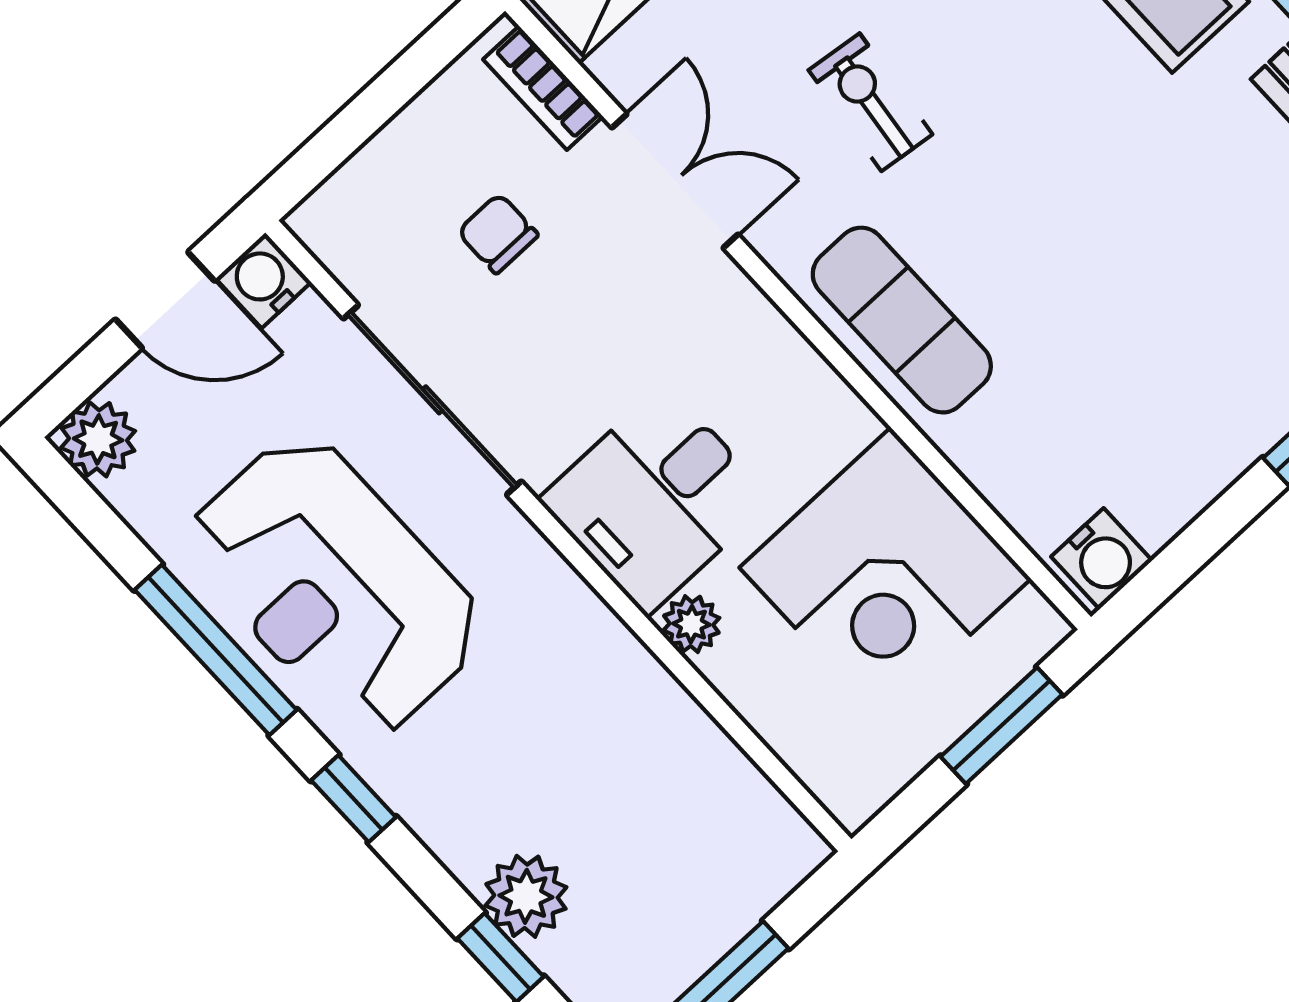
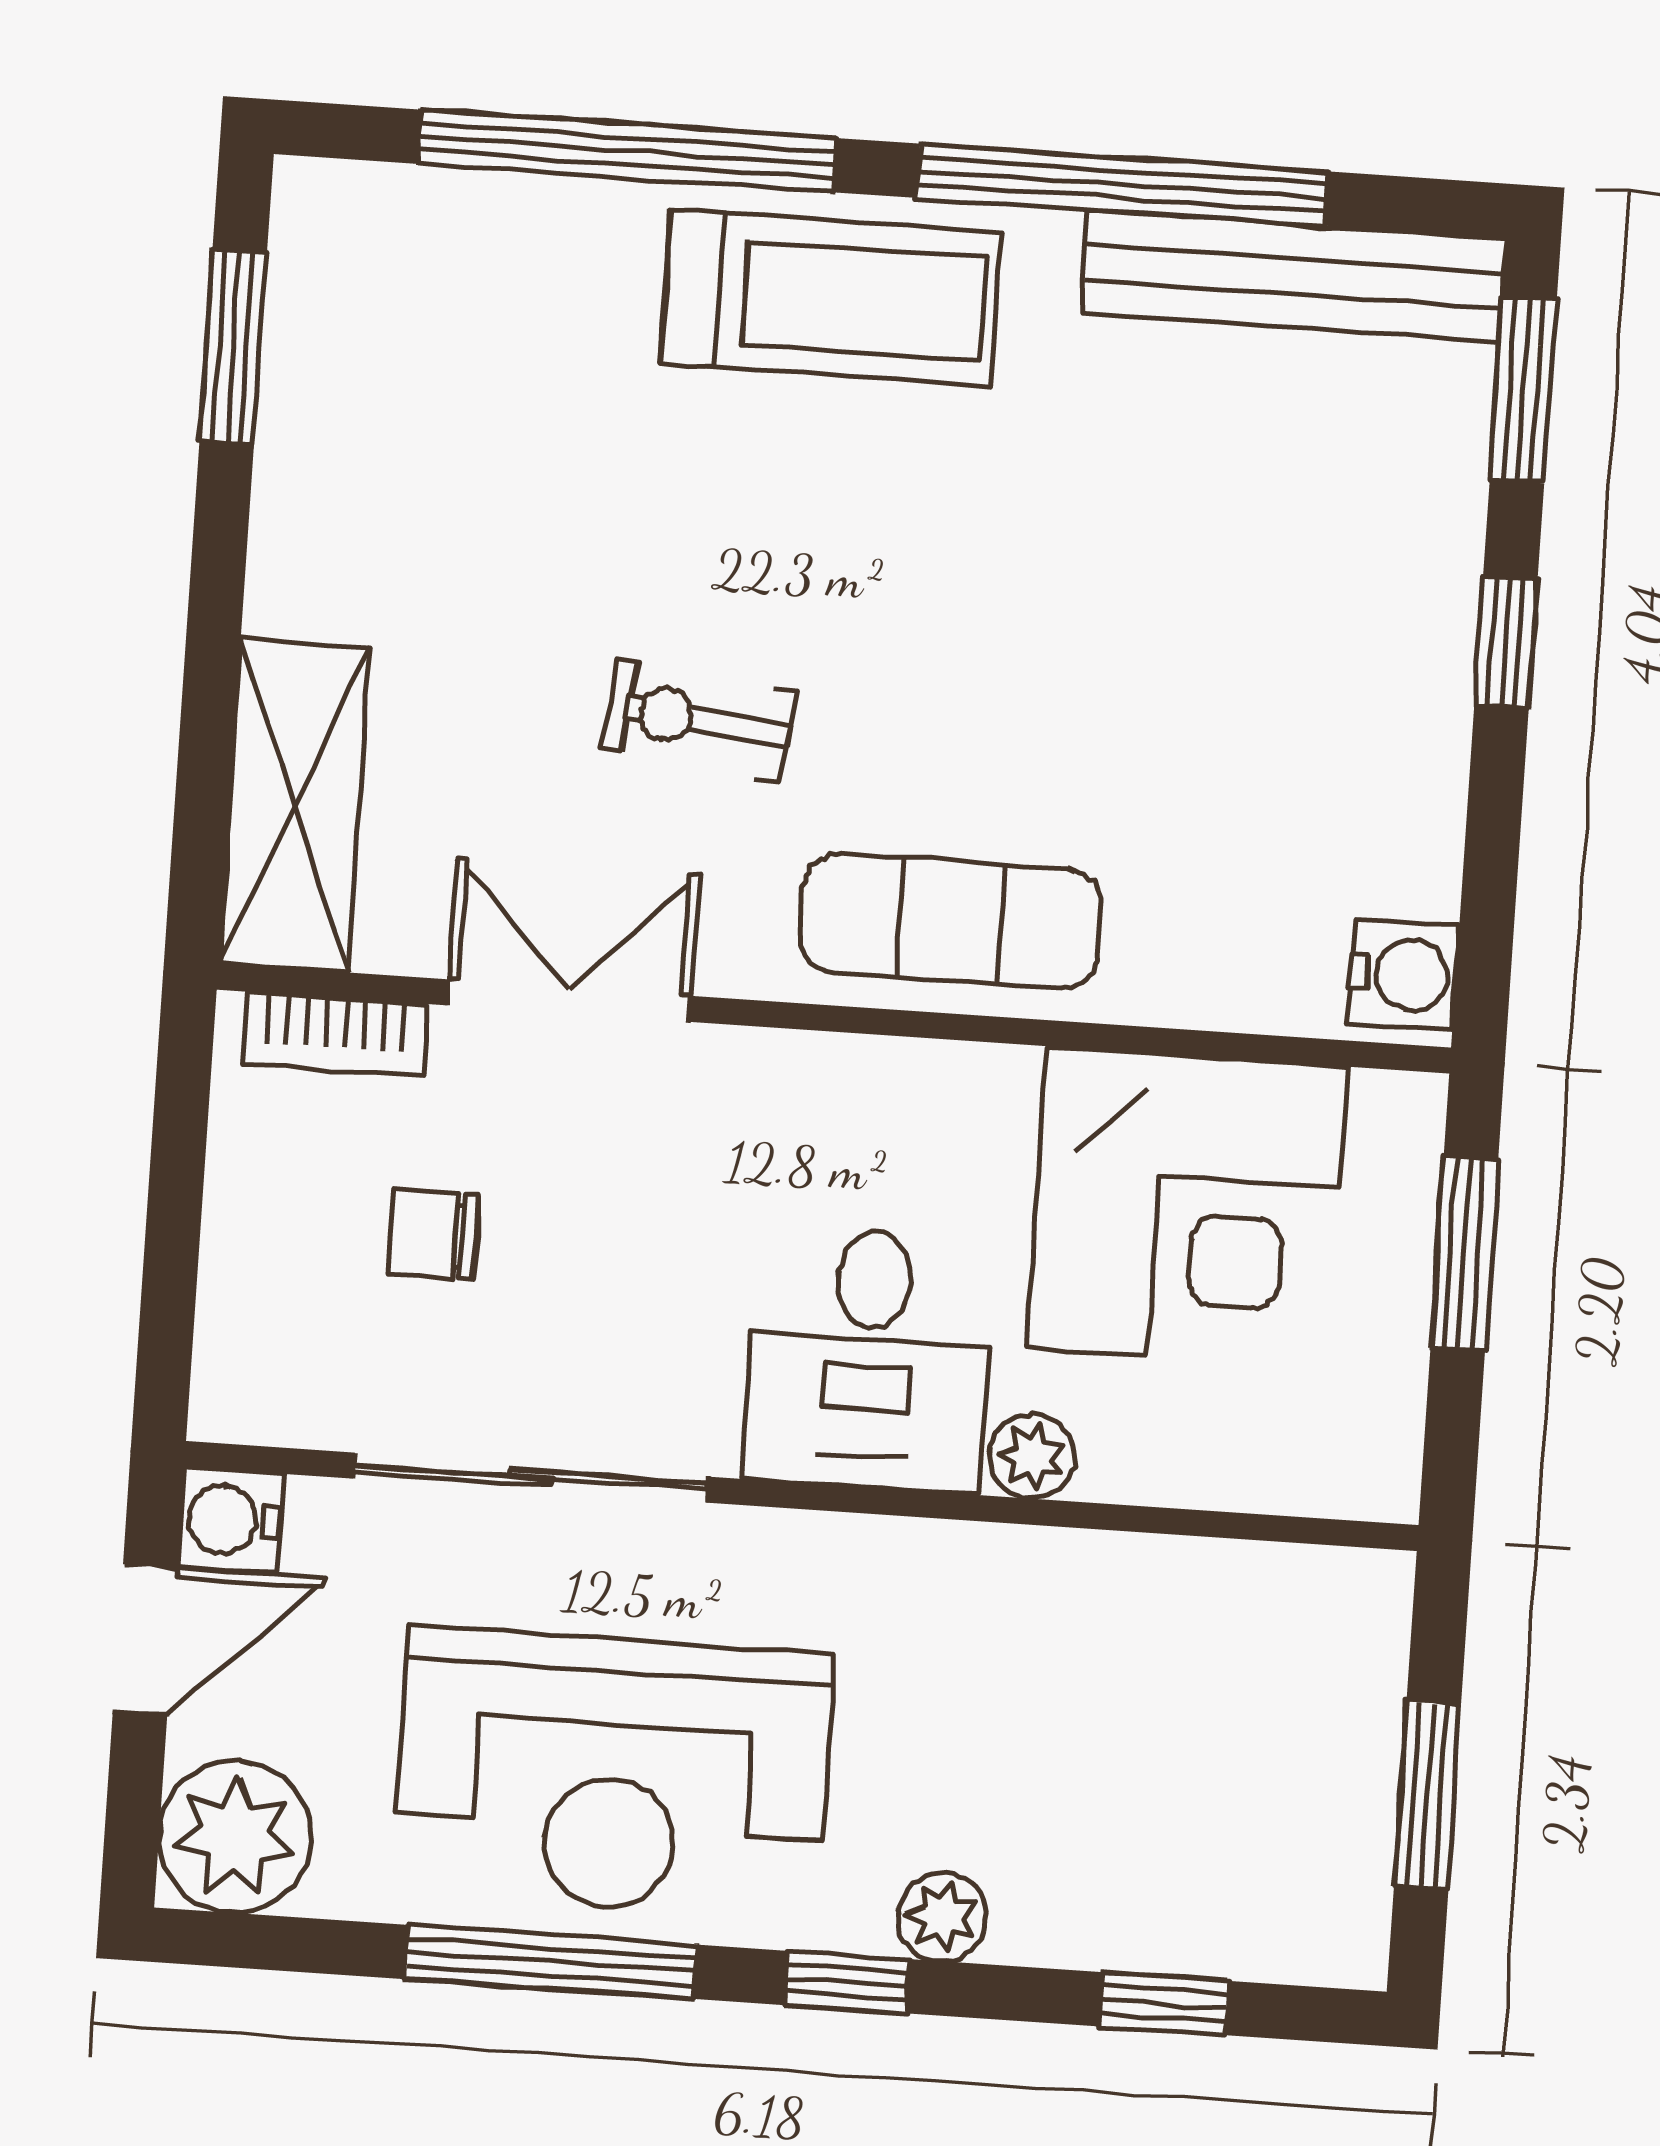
plant: (98, 439) -> (235, 1837), width x1.36, depth x1.36
plant: (526, 896) -> (942, 1917), moved, width x0.73, depth x0.73

